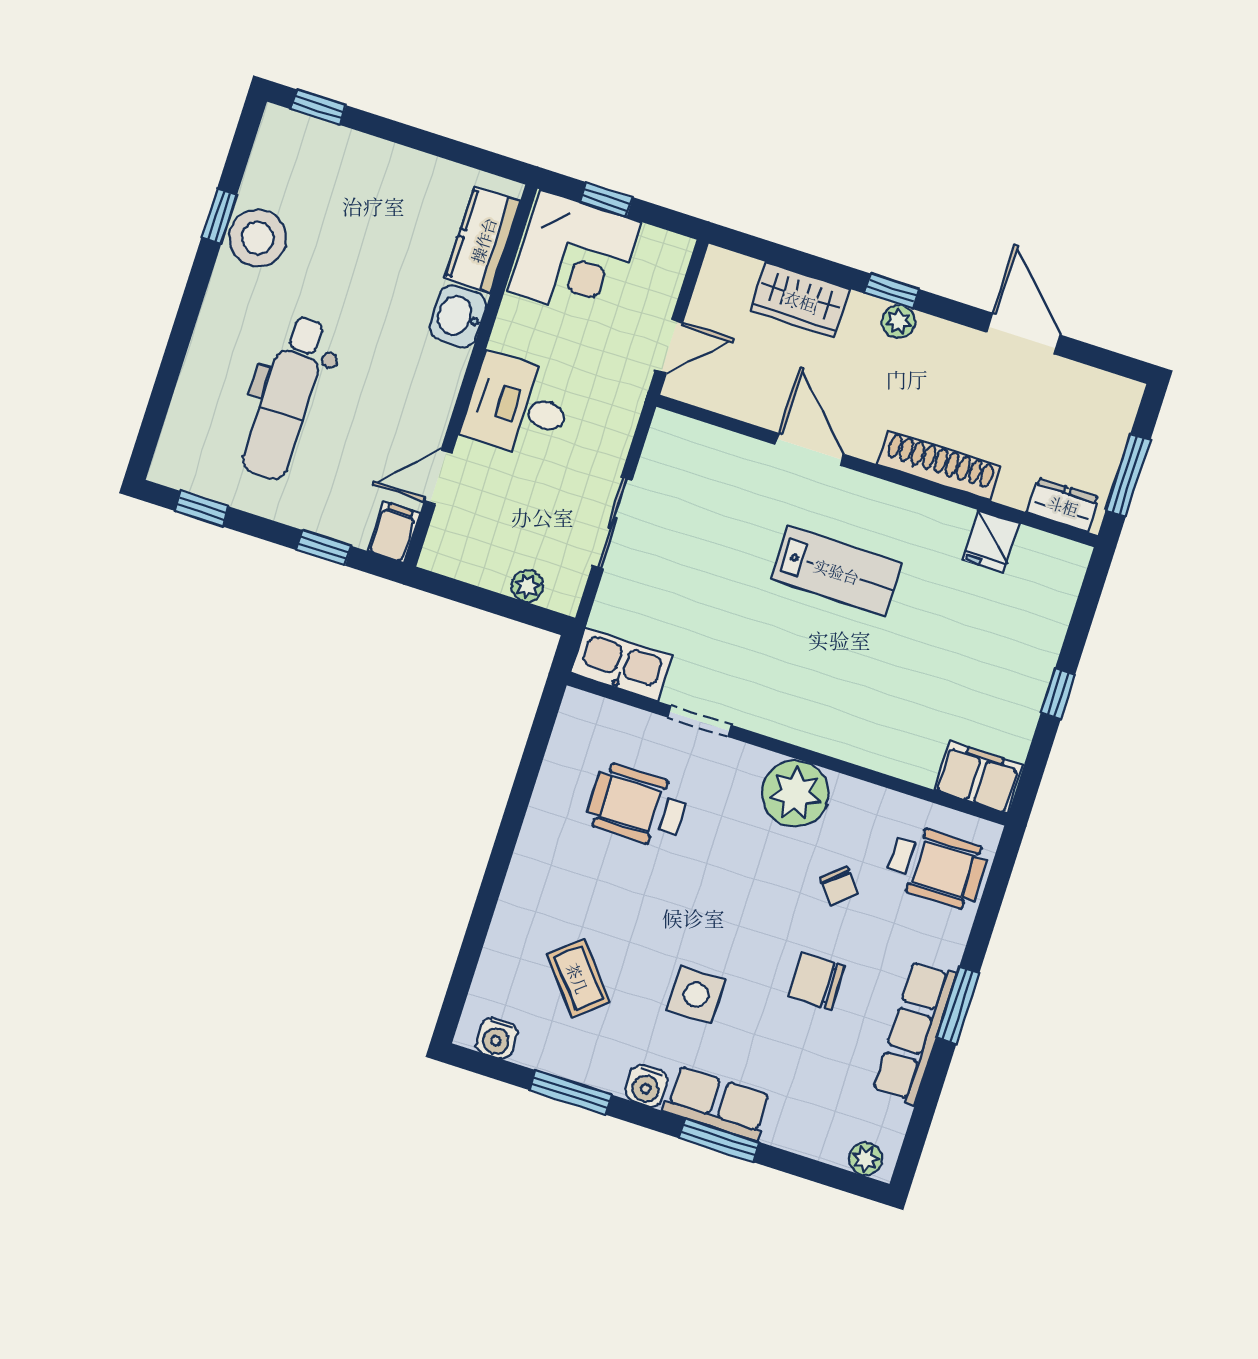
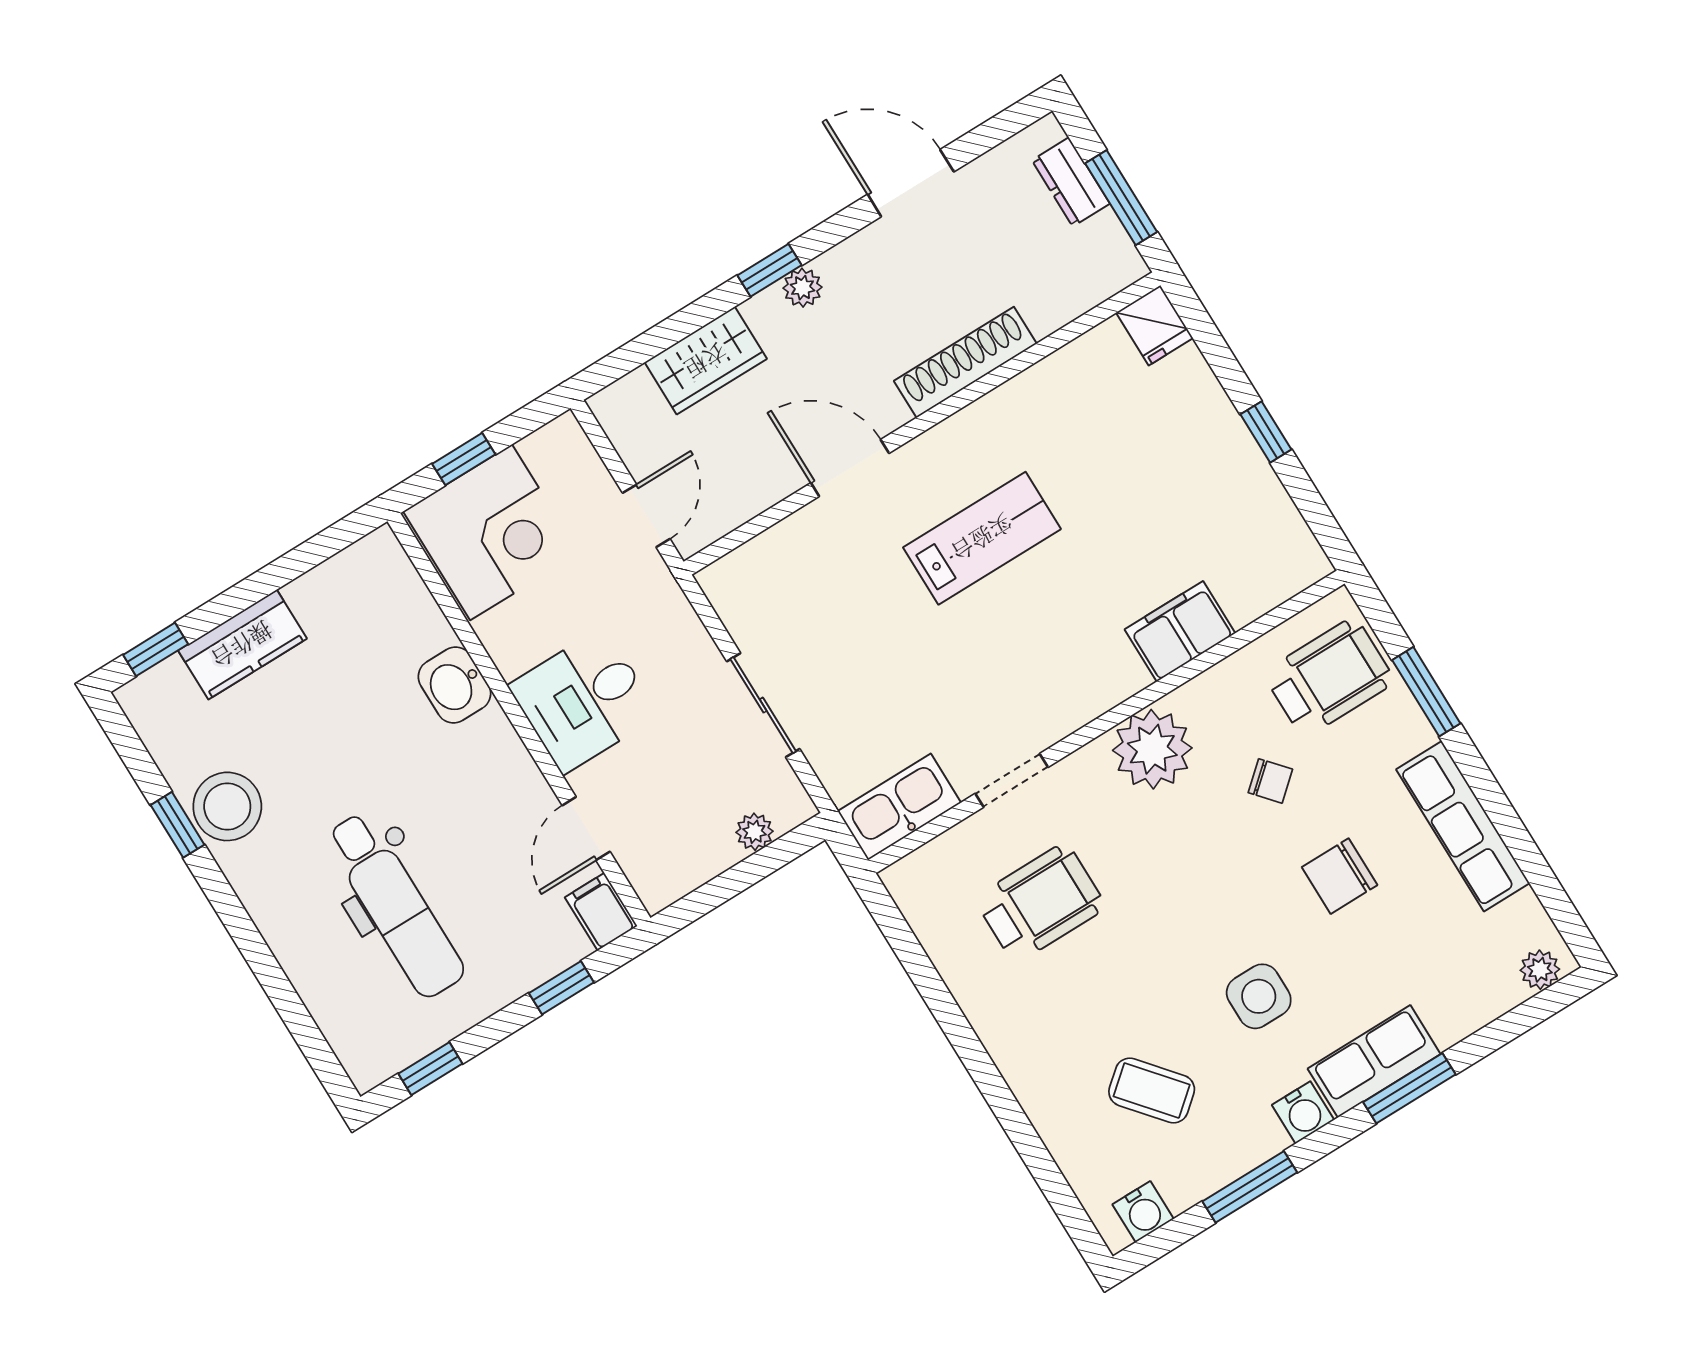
kitchen counter: (483, 240) -> (242, 645), moved, turned -90
dresser: (1063, 505) -> (1071, 182), moved, turned -90
fridge: (991, 541) -> (1154, 325), moved
filing cabinet: (978, 777) -> (1180, 631), moved
wheelchair: (637, 806) -> (1040, 903), turned 180
window: (958, 1005) -> (1426, 692), moved

